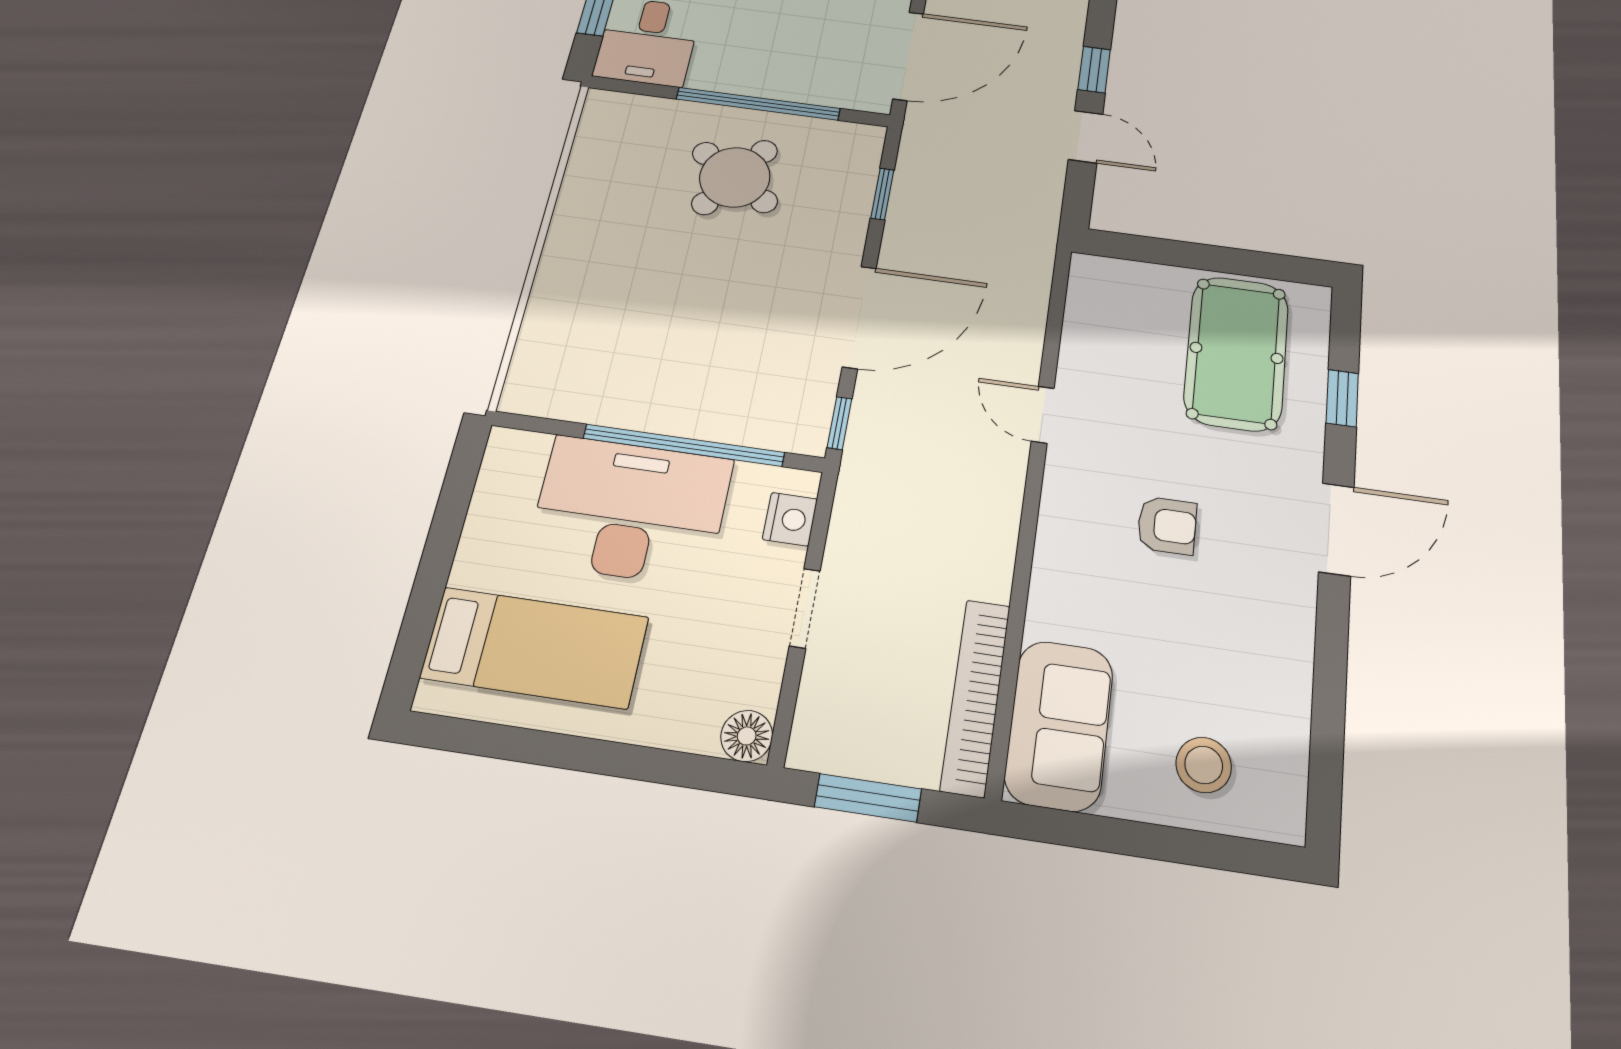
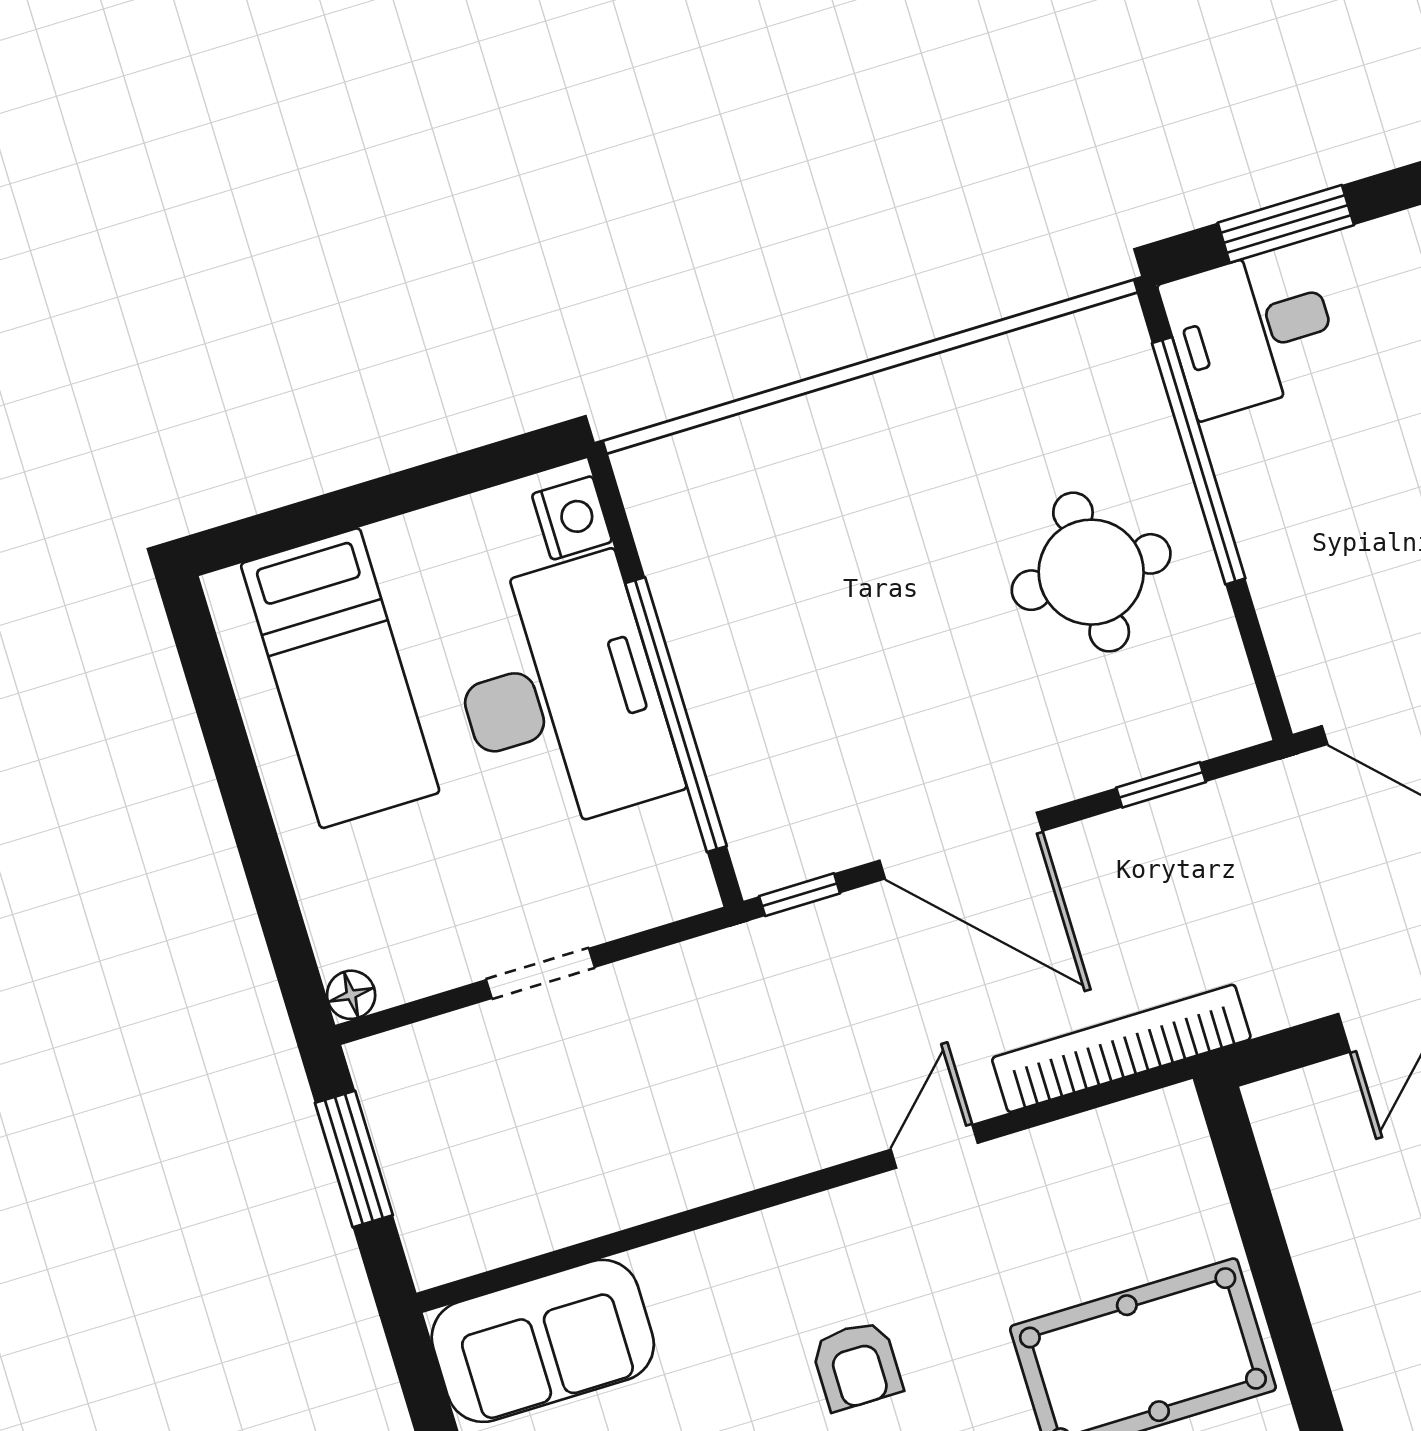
window: (758, 104) -> (1199, 461), moved
round table: (735, 177) -> (1091, 572), turned -34
nightstand: (790, 519) -> (572, 518), moved, turned -90
bookcase: (976, 697) -> (1121, 1048), moved
floor lamp: (747, 736) -> (351, 995), width x0.73, depth x0.73

